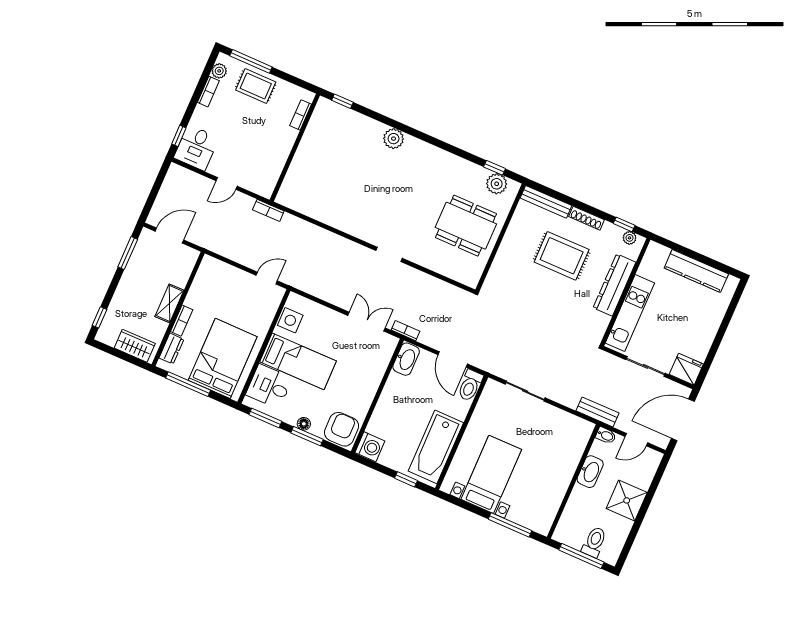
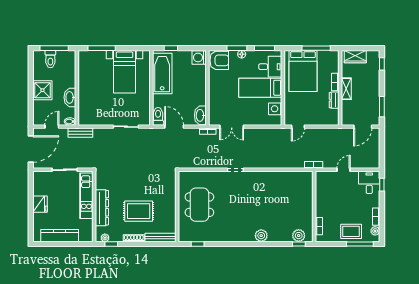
plant: (497, 184) -> (299, 236), moved
dining table: (466, 226) -> (199, 205), turned 90
dresser: (171, 349) -> (334, 100), moved
fridge: (686, 369) -> (40, 204), moved, turned -90
armchair: (342, 429) -> (219, 60), turned -90

